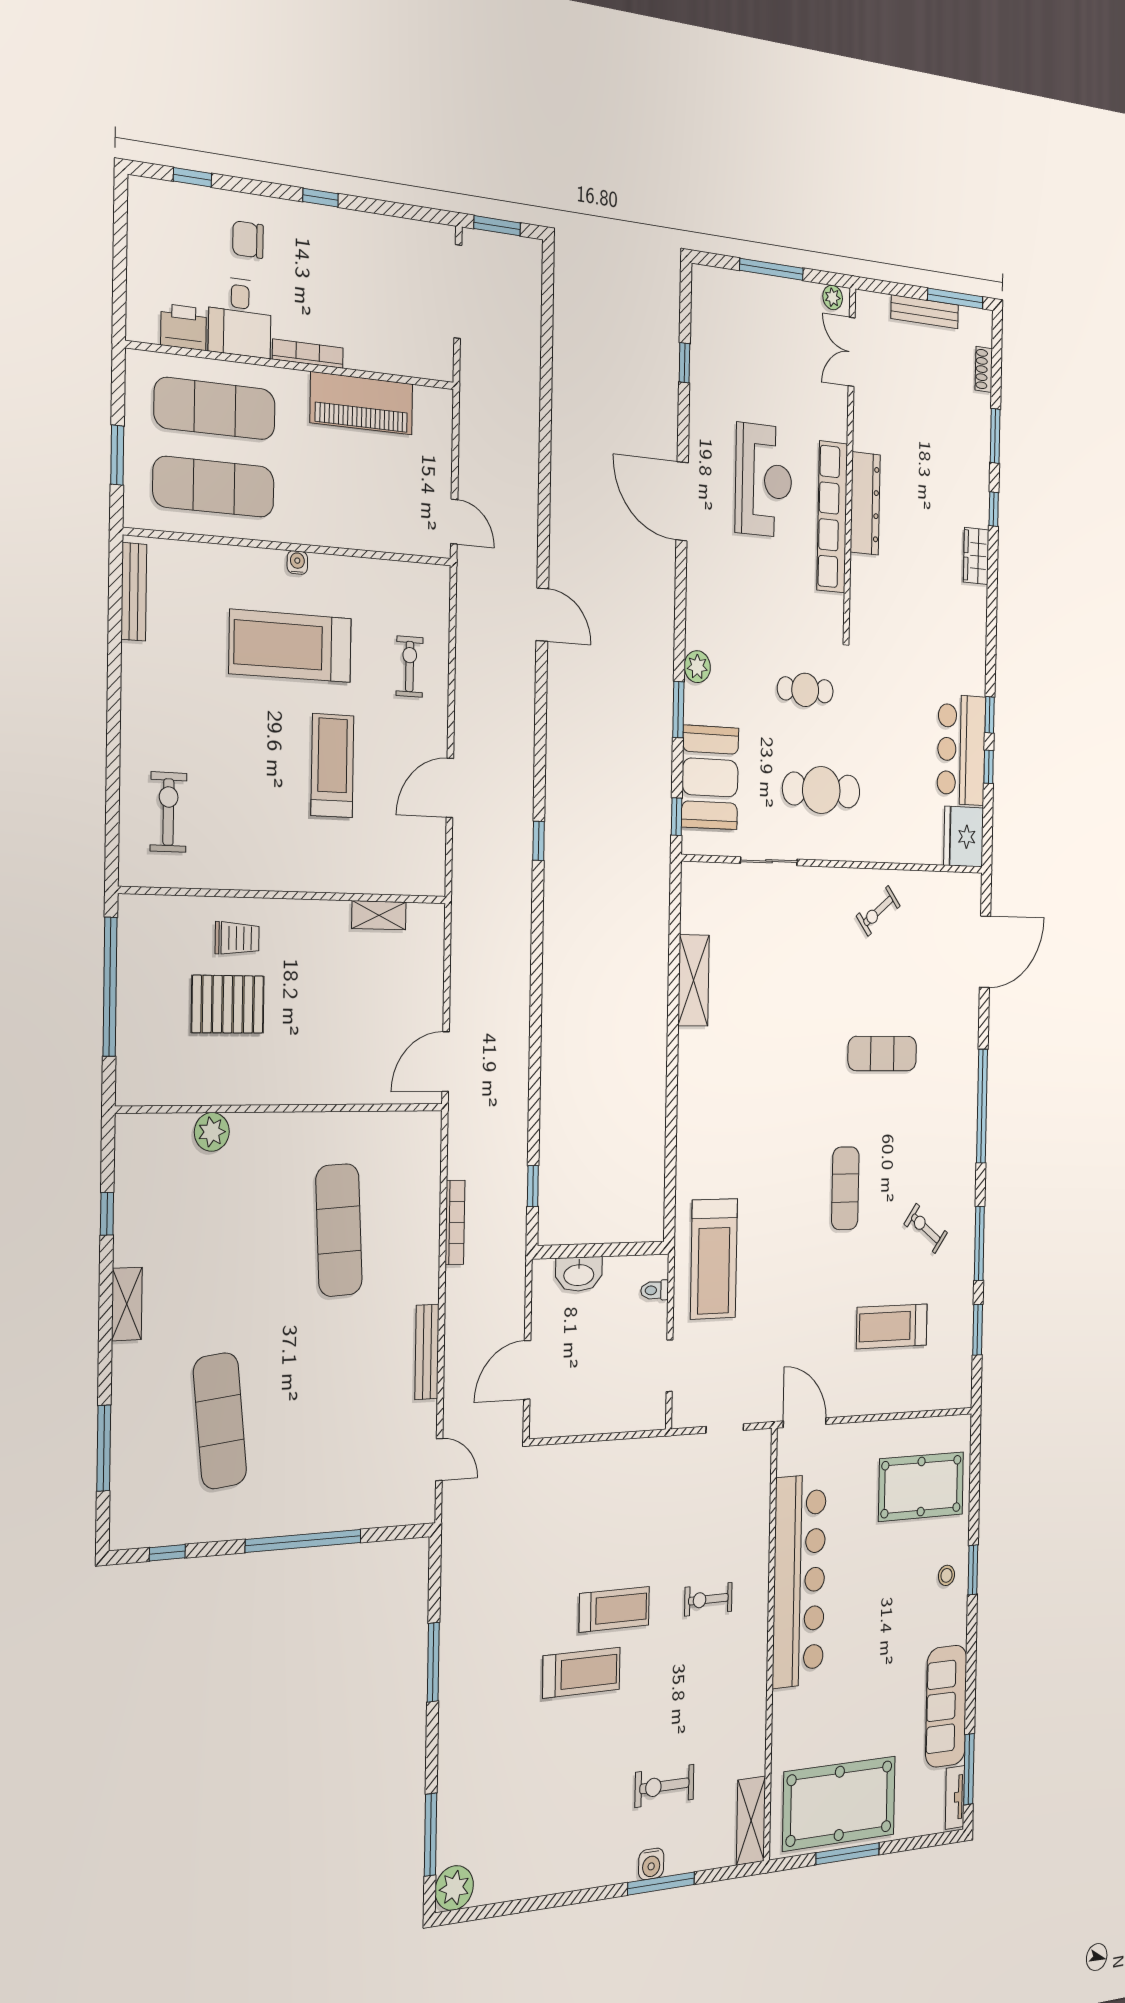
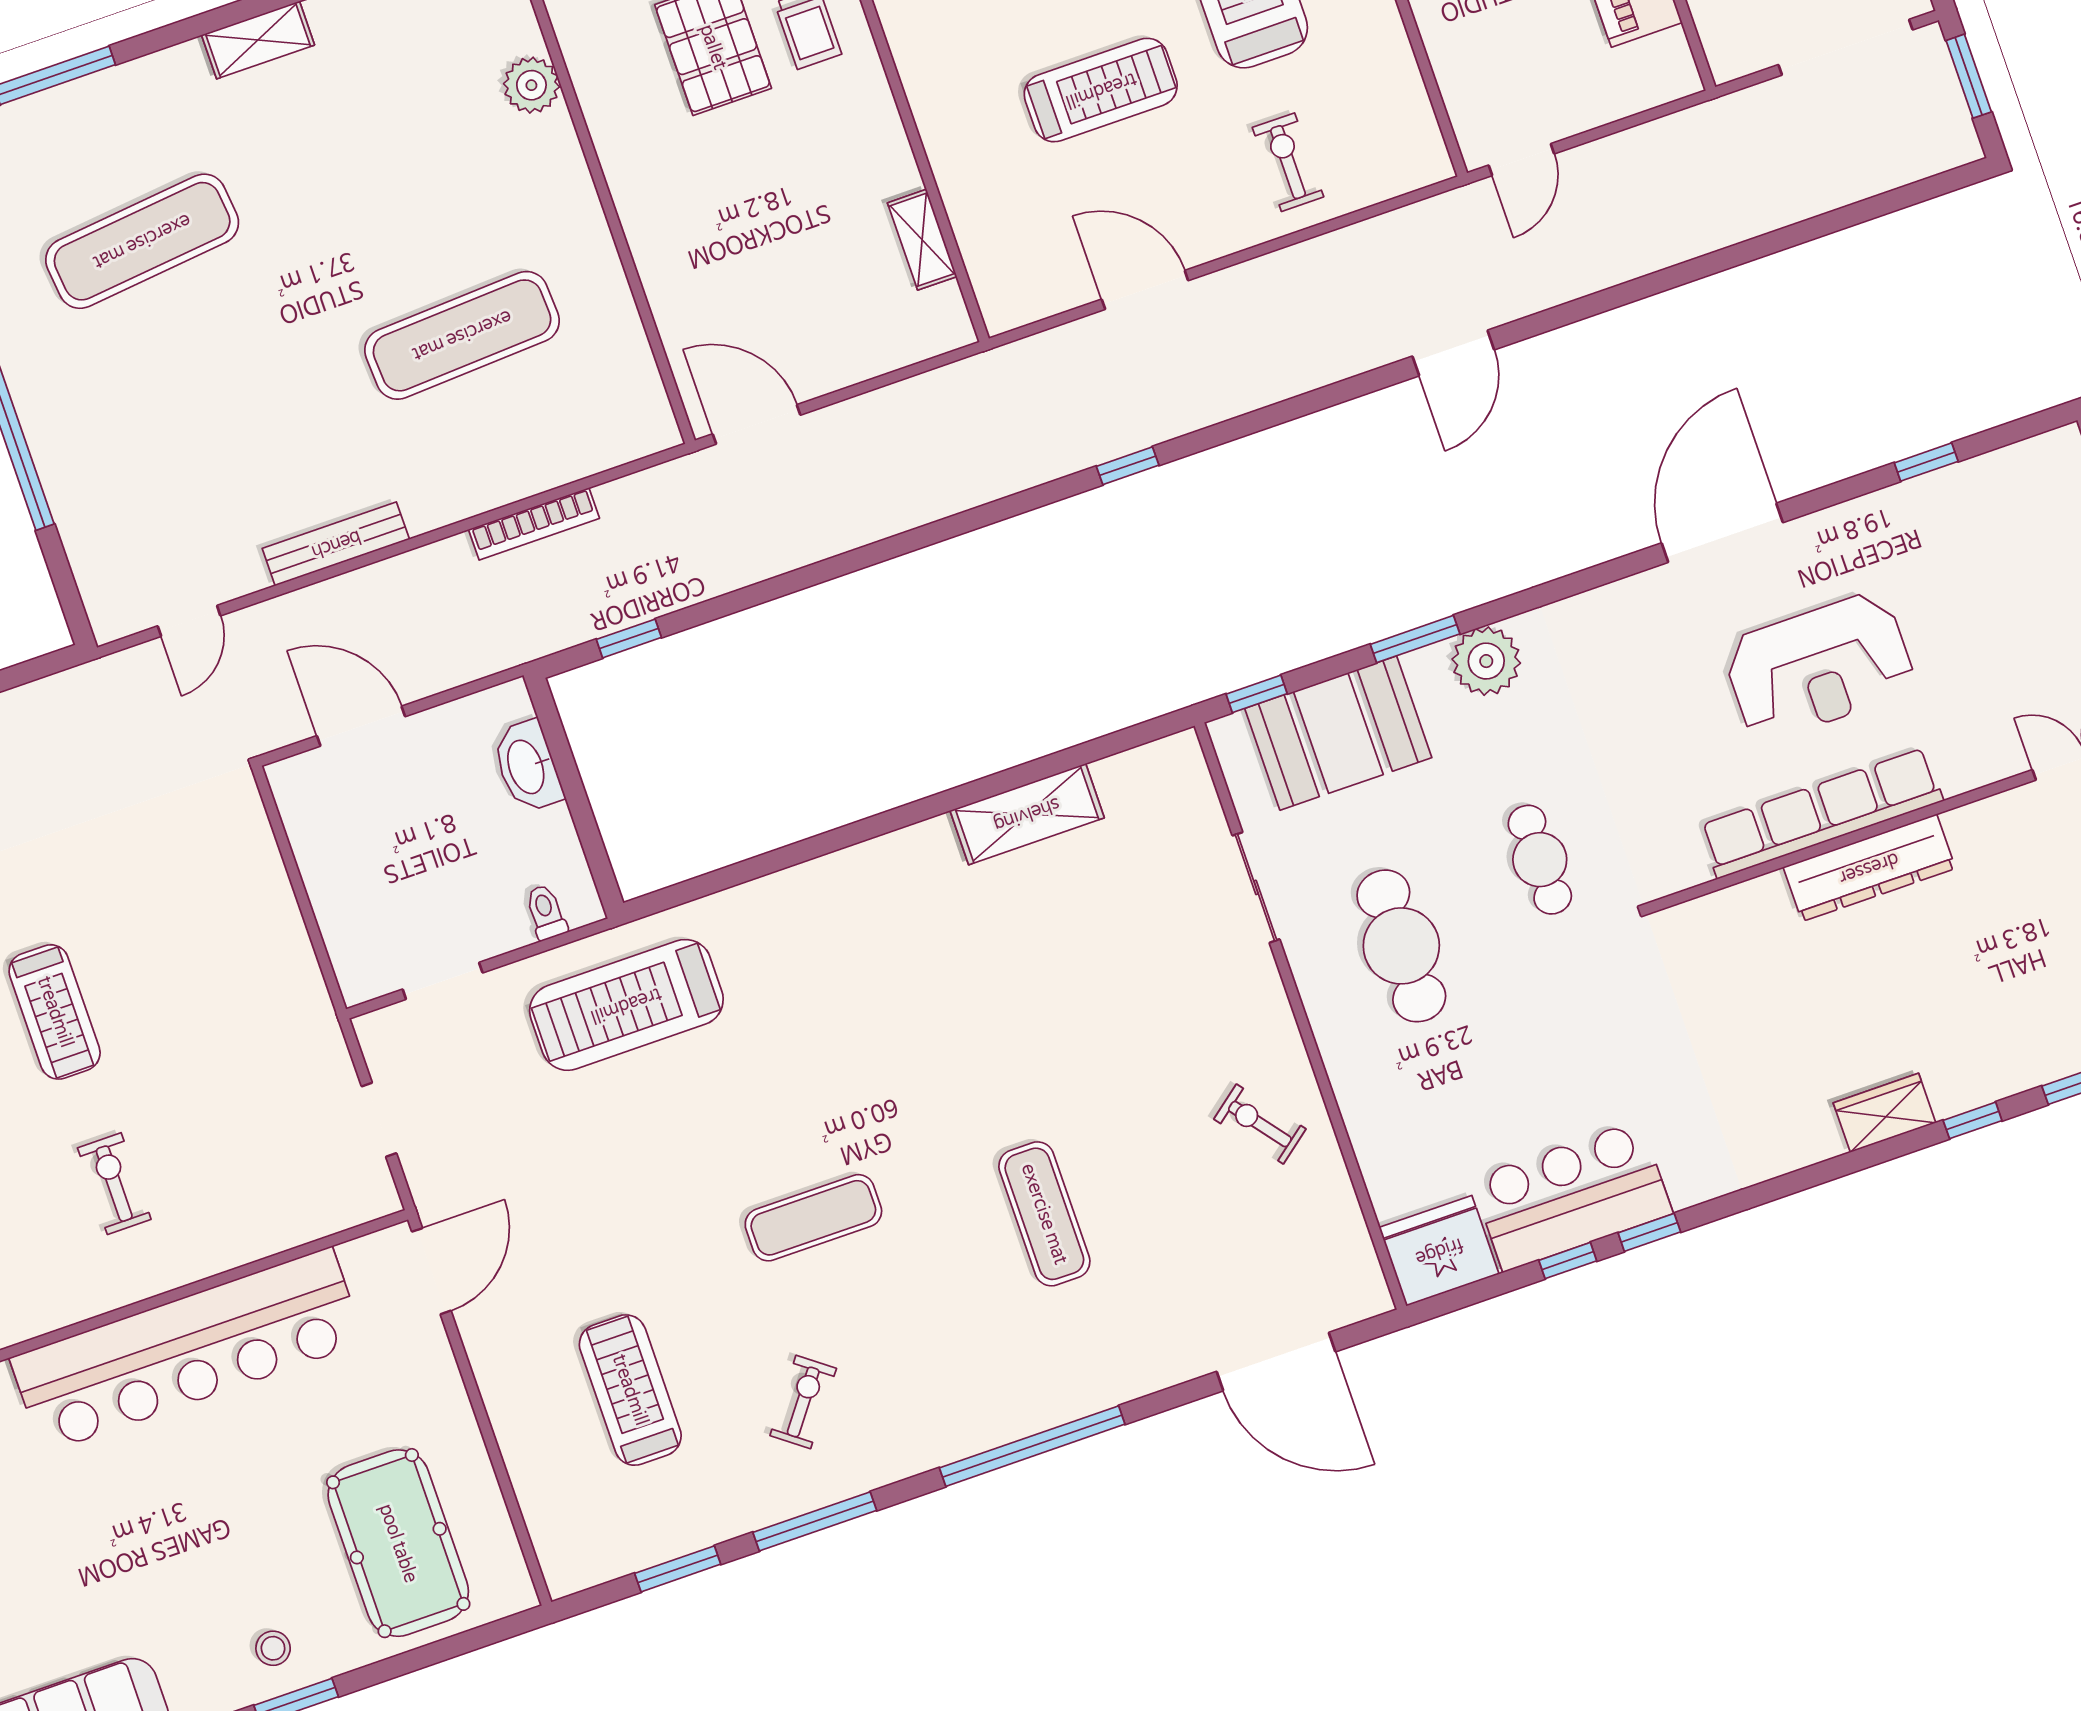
exercise bike: (410, 666) -> (1288, 162), turned -90
plant: (697, 667) -> (1486, 661), width x1.36, depth x1.36

